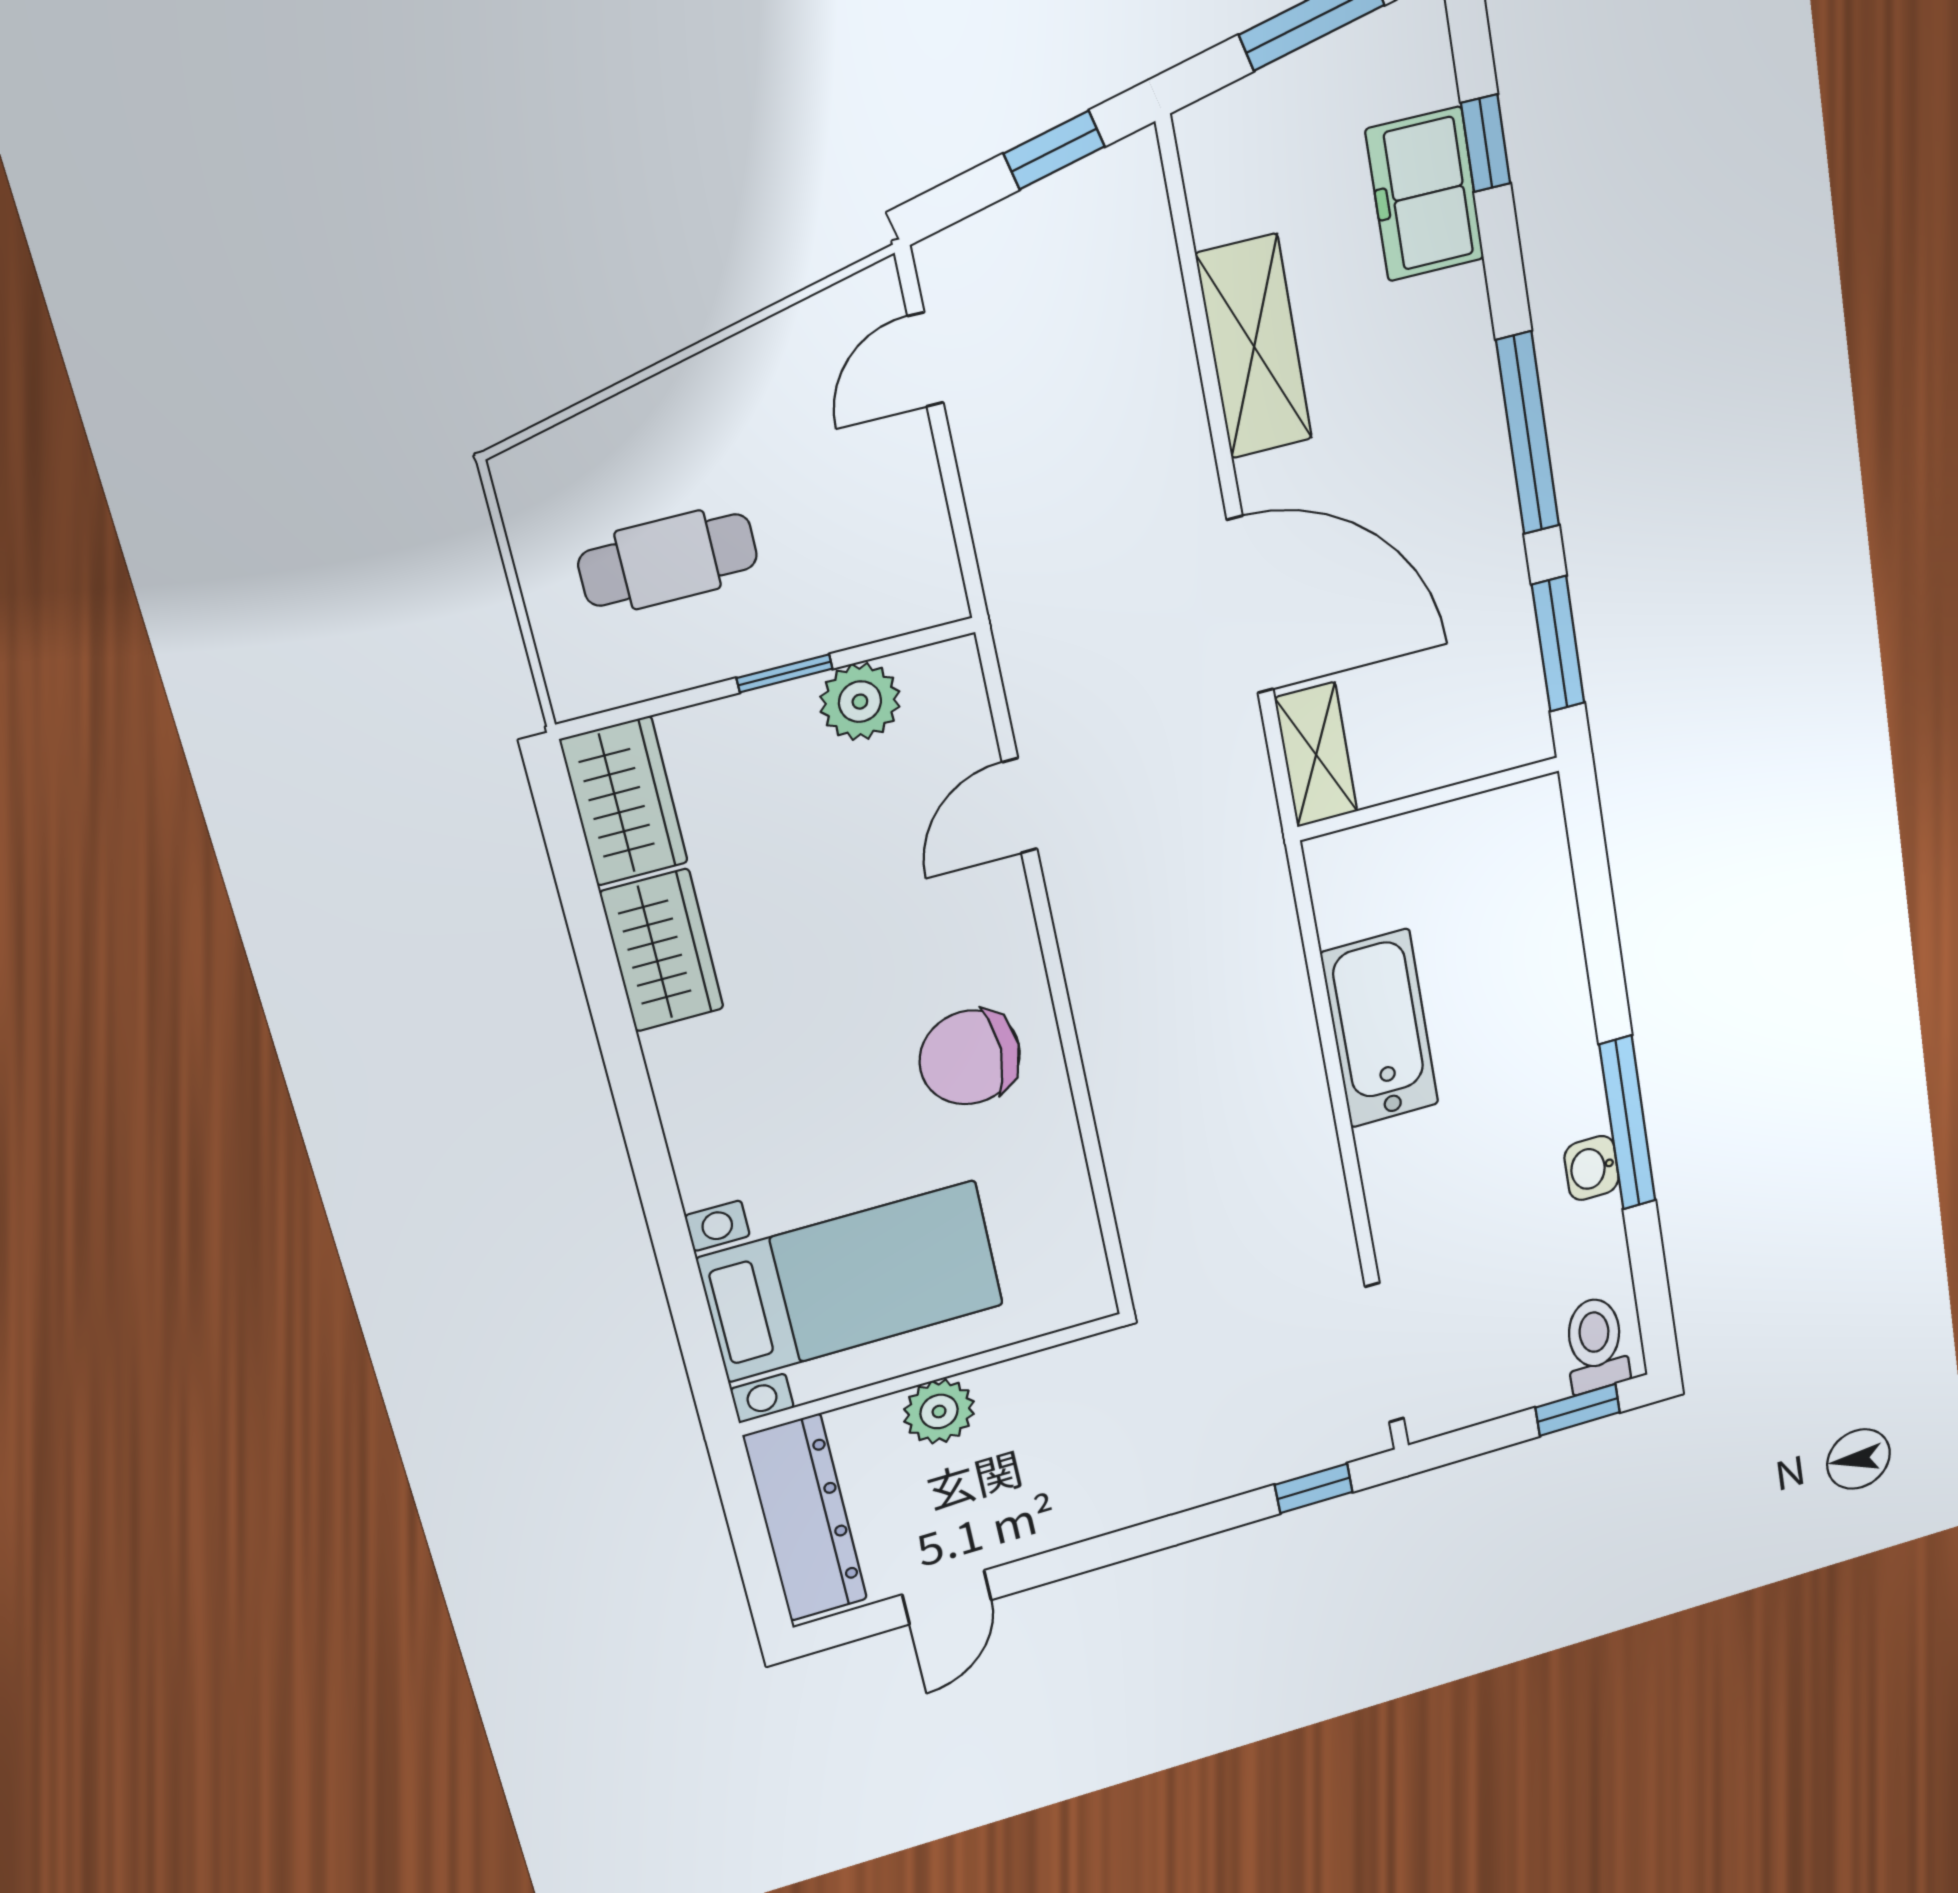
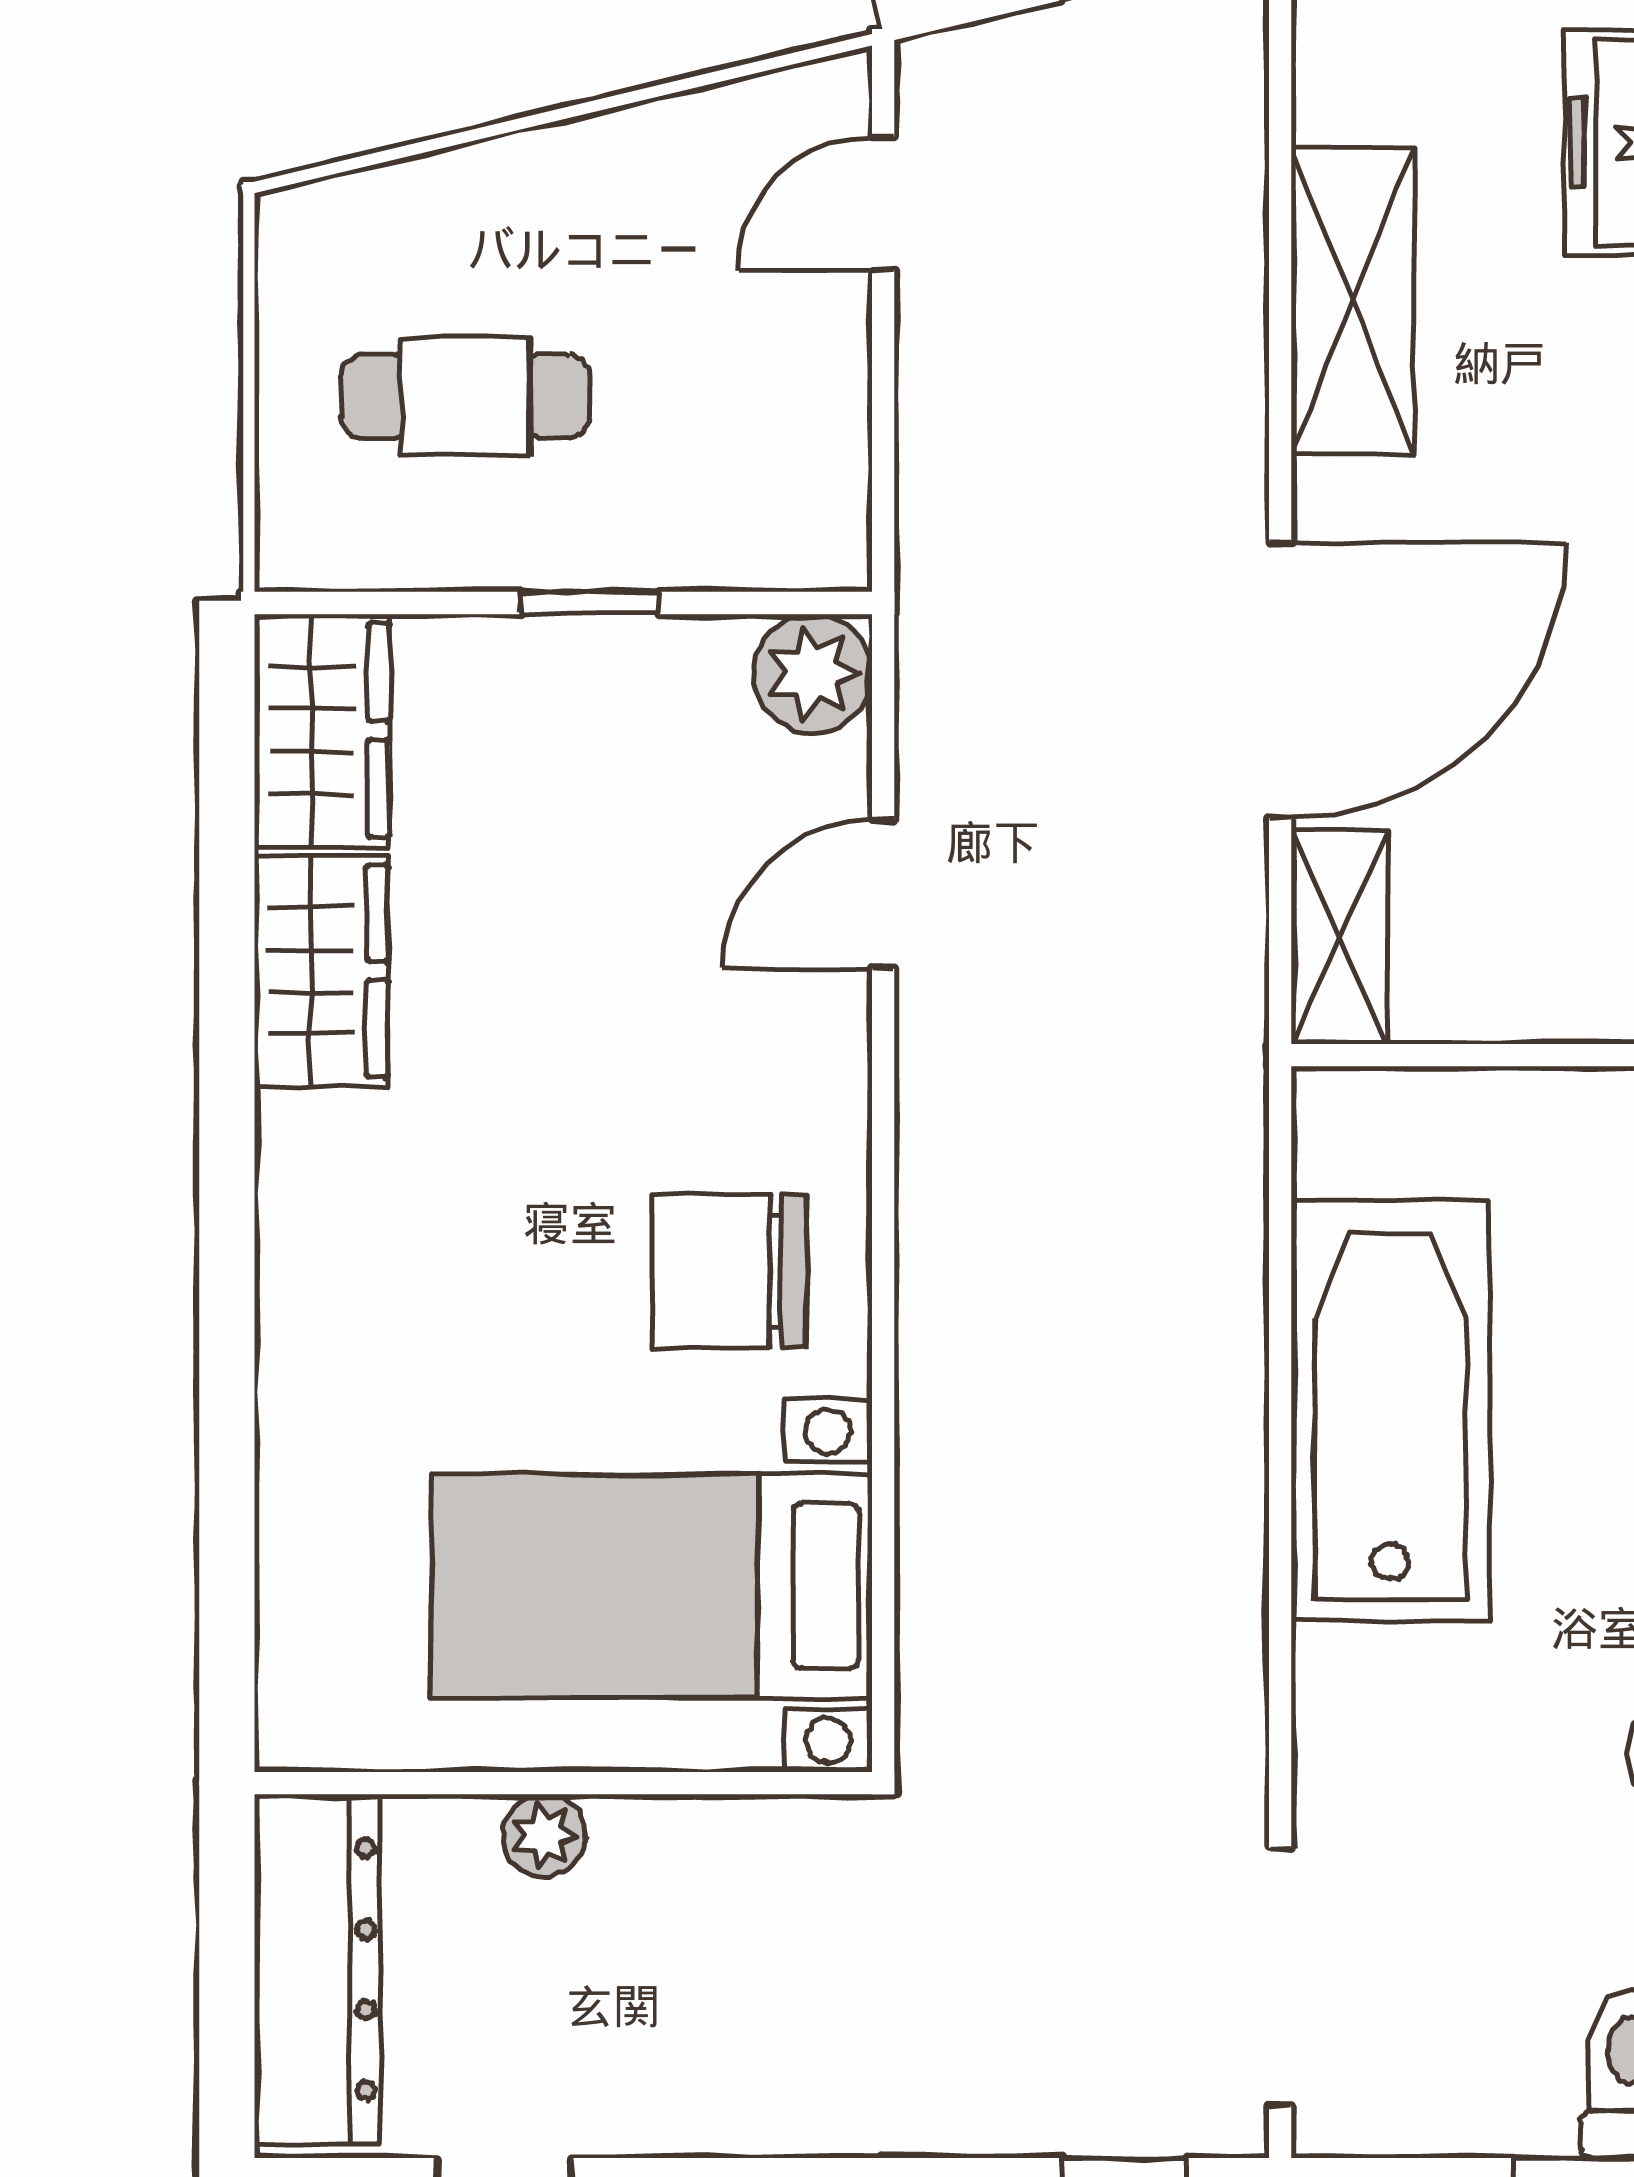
door: (1250, 605) -> (1280, 680), hinge flipped
plant: (860, 702) -> (813, 673), moved
bathtub: (1380, 1029) -> (1390, 1410), width x1.36, depth x1.36
bed with nightstands: (851, 1281) -> (652, 1586), moved, turned 180
plant: (939, 1412) -> (545, 1836), width x0.73, depth x0.73

